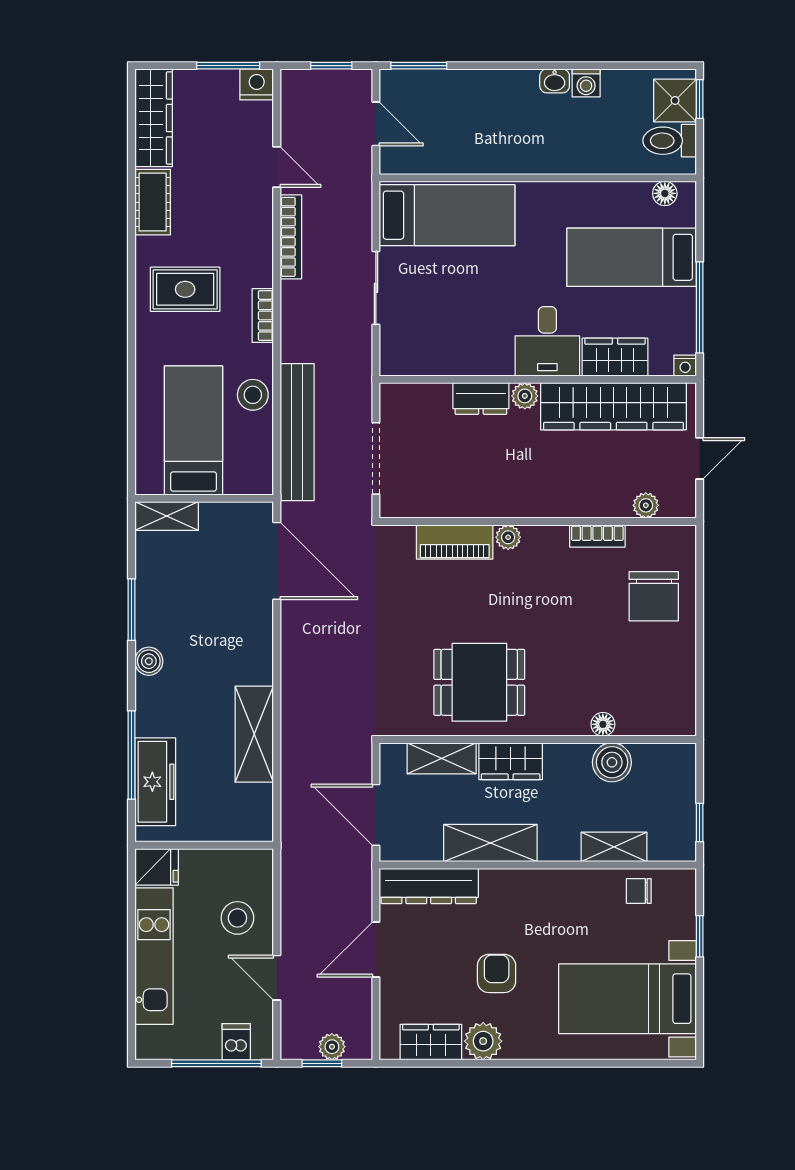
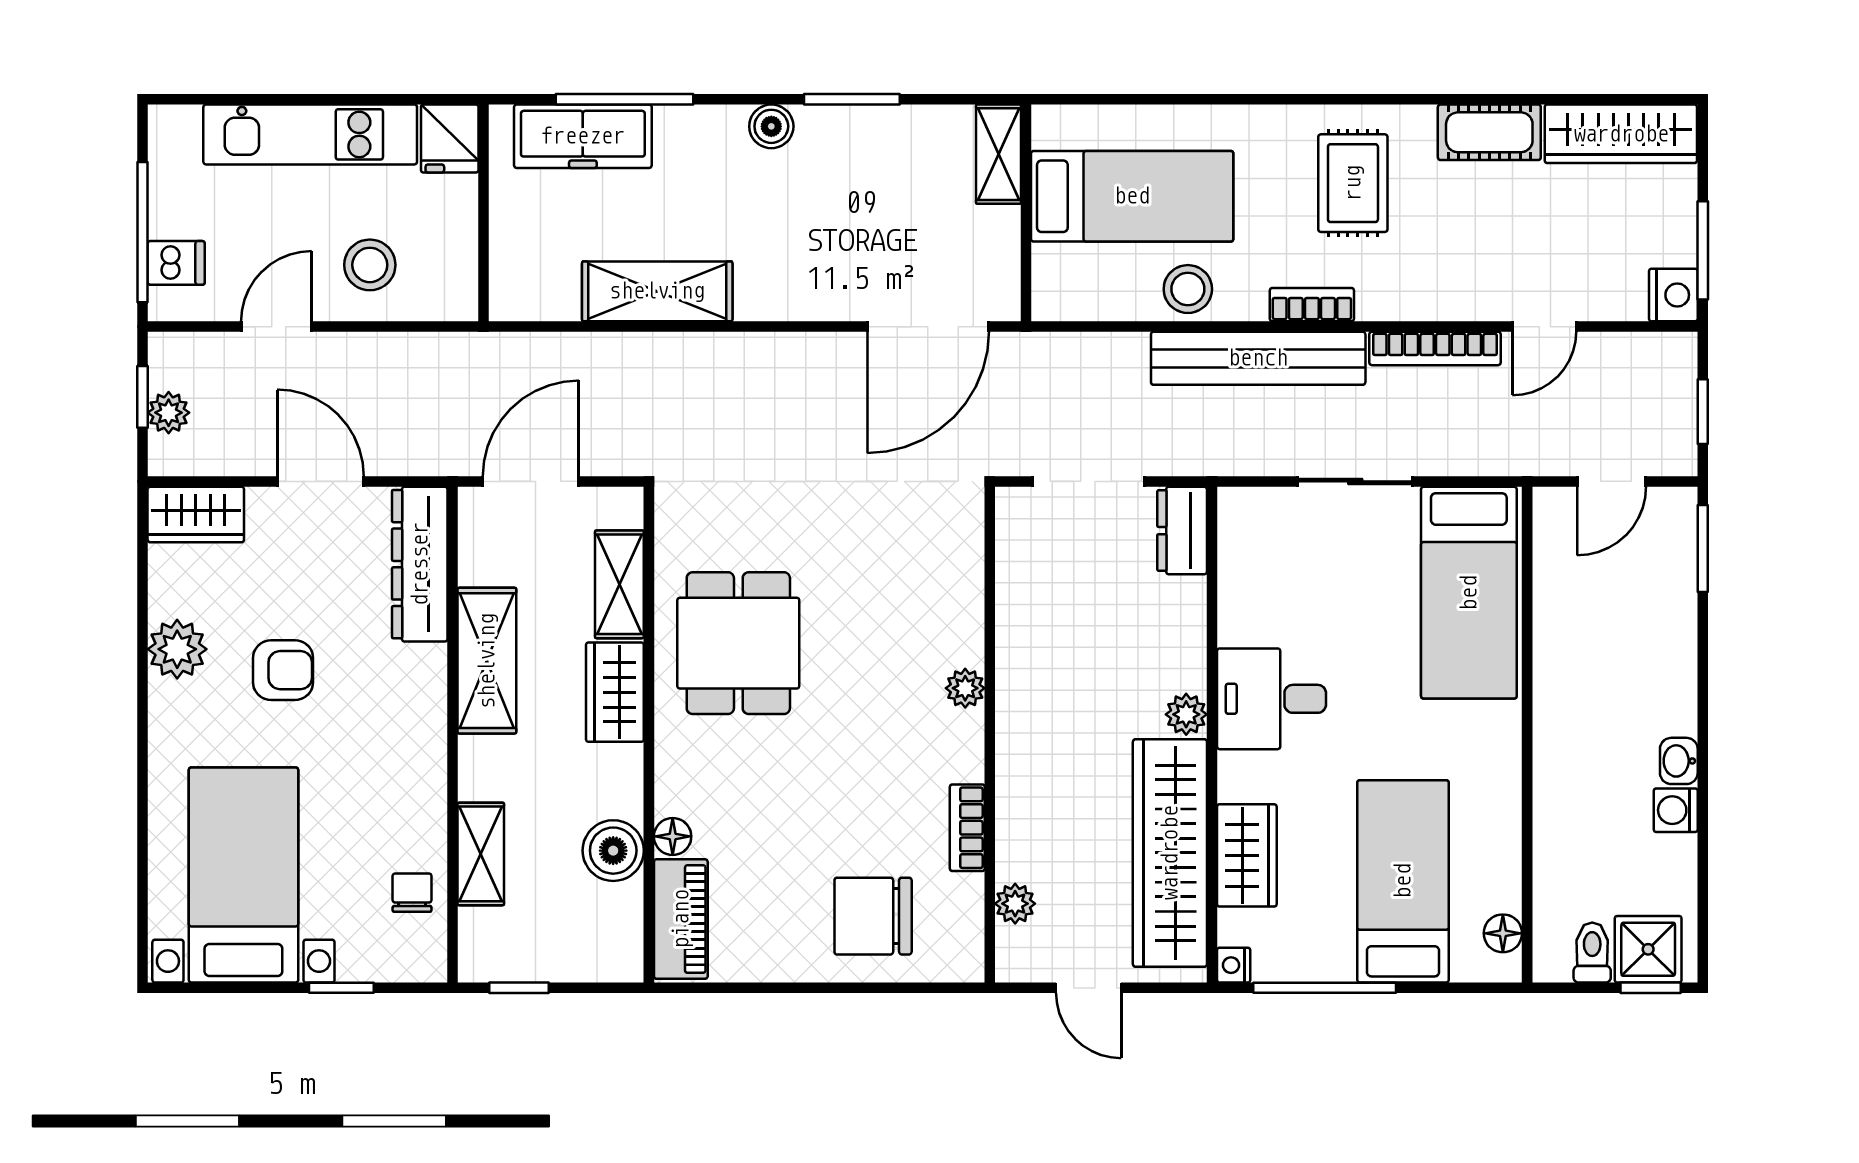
toilet: (670, 141) -> (1592, 953), width x0.73, depth x0.72
desk: (547, 341) -> (1272, 699), moved
dresser: (481, 399) -> (1182, 531), moved
bench: (297, 432) -> (1258, 358), moved
piano: (455, 542) -> (681, 919), moved, turned 180
wardrobe: (431, 1042) -> (196, 515), moved, turned 90

